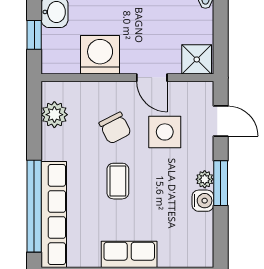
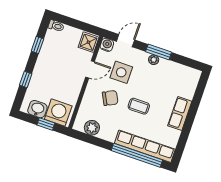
washing machine: (100, 55) -> (58, 113), moved, turned 90
water cooler: (203, 201) -> (107, 45), moved

